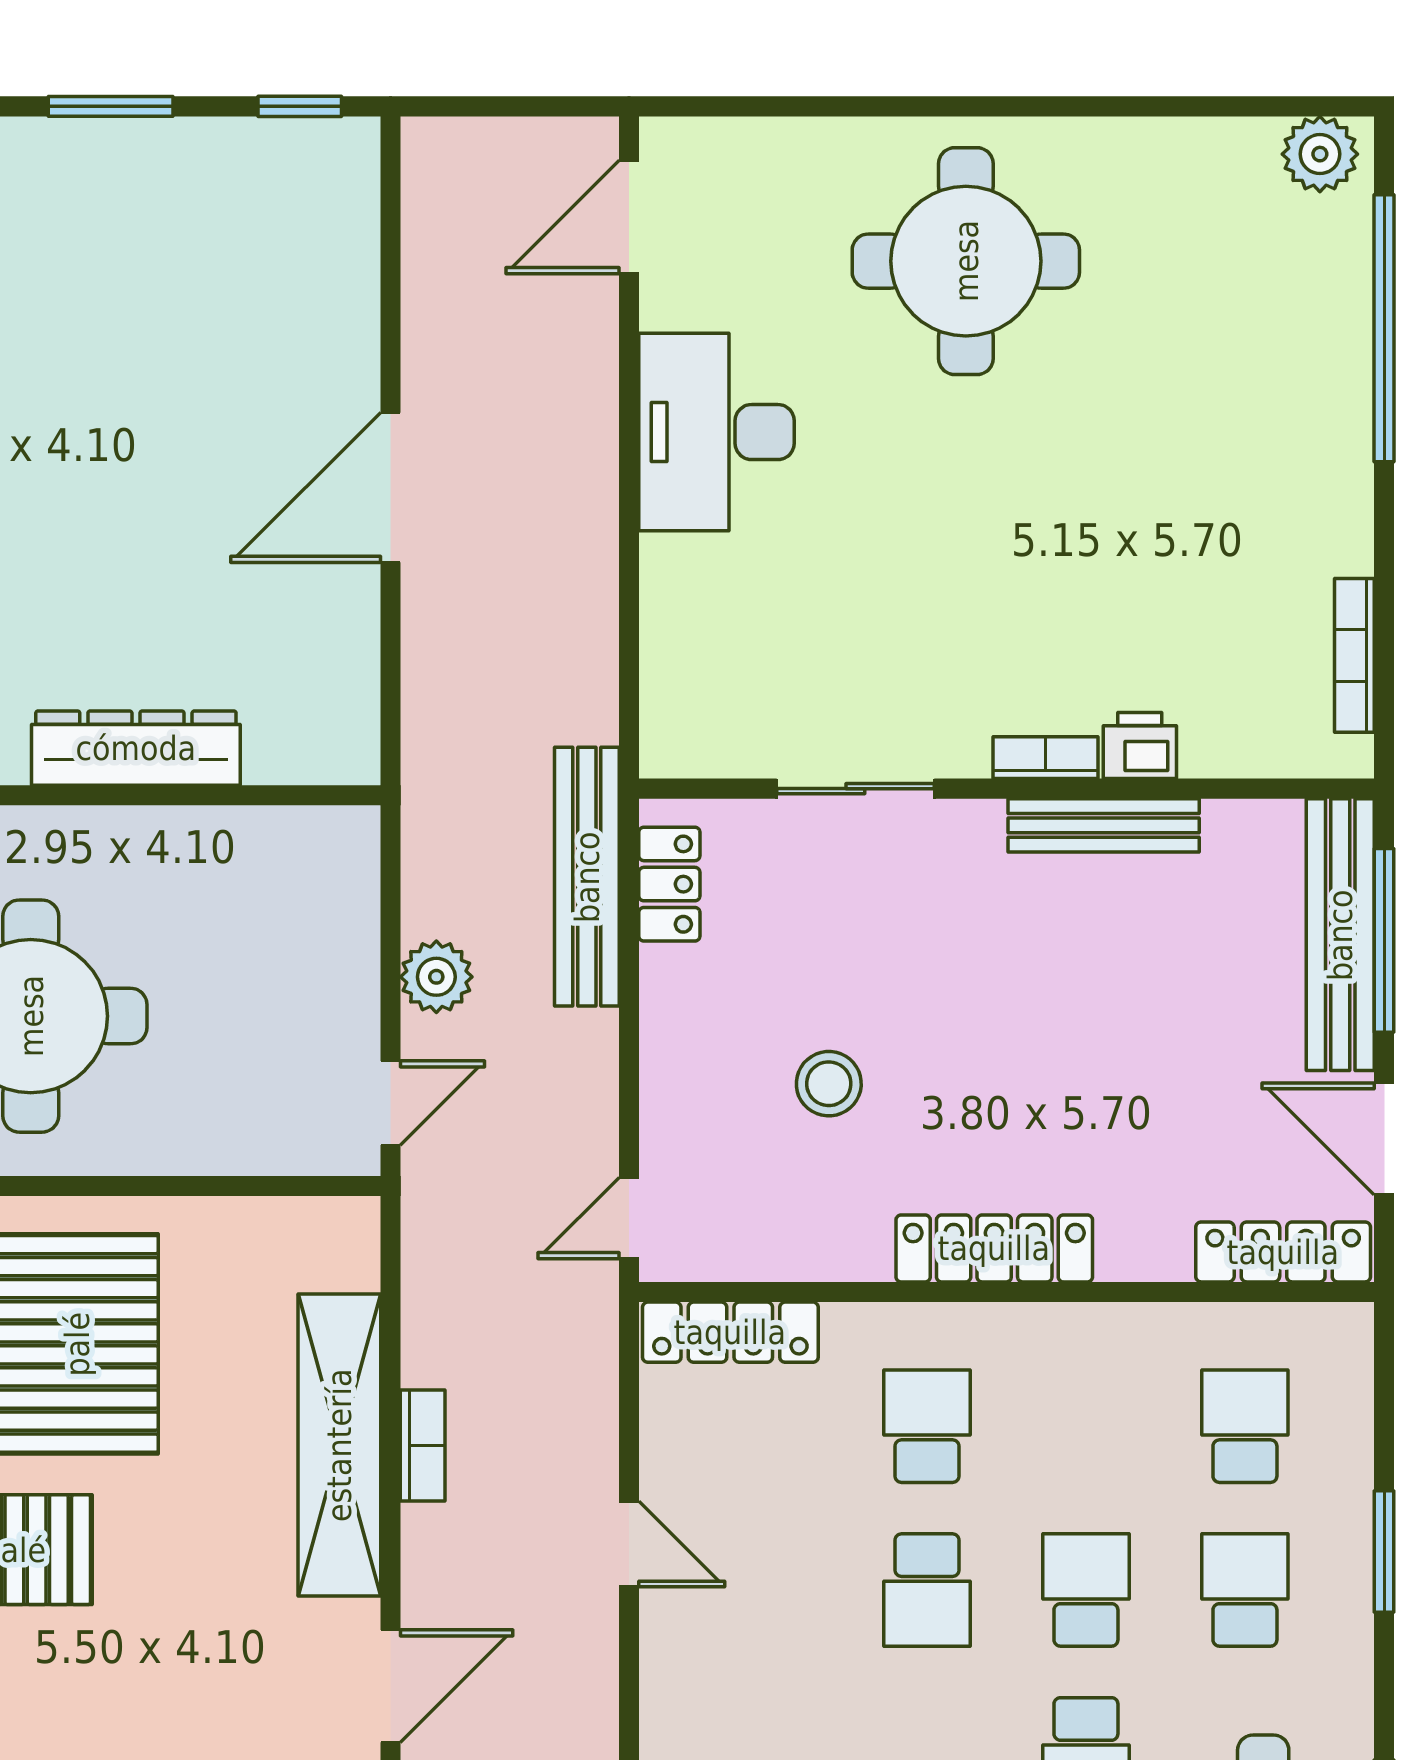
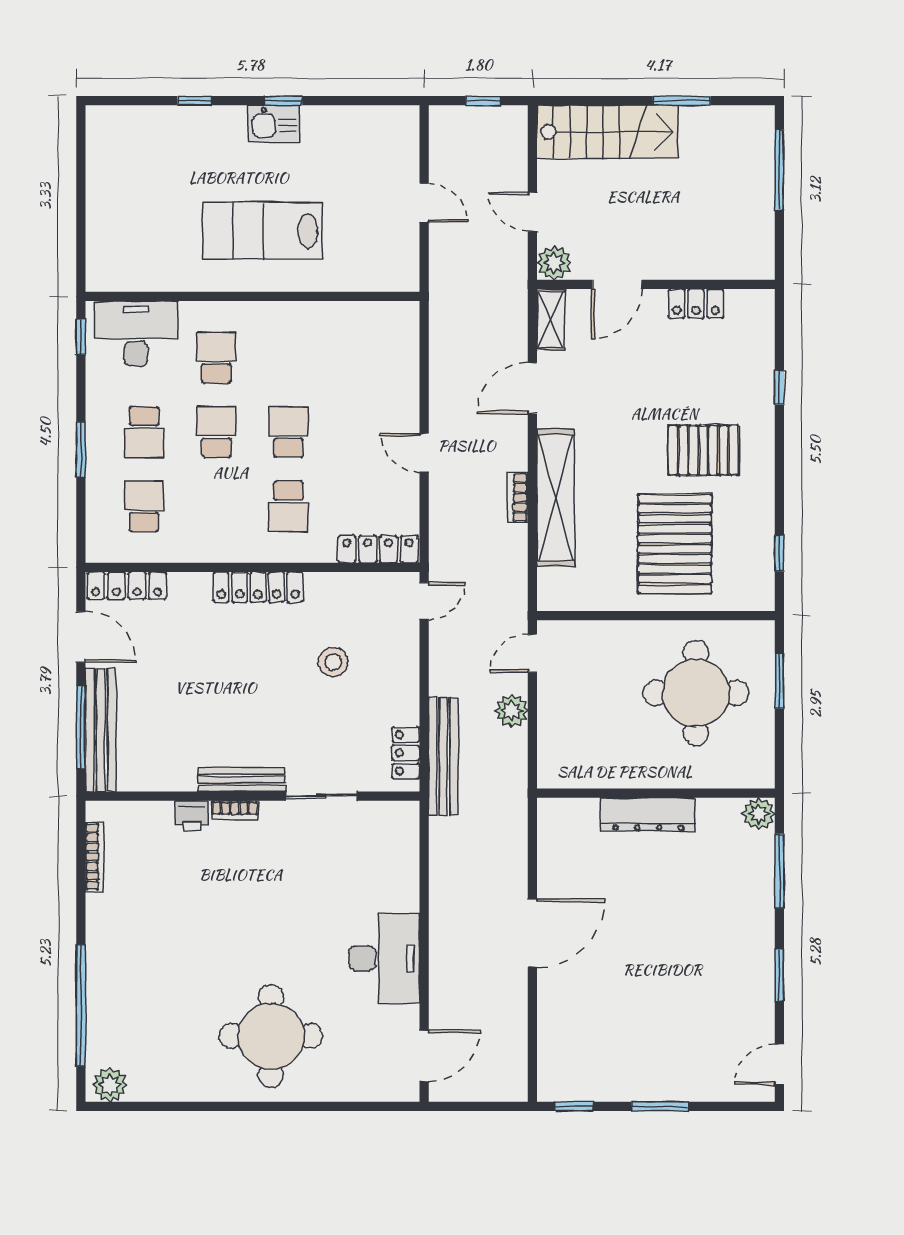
bench: (1104, 825) -> (242, 780), moved
school desk: (1245, 1426) -> (144, 506), turned 180
school desk: (1086, 1590) -> (216, 432), turned 180

